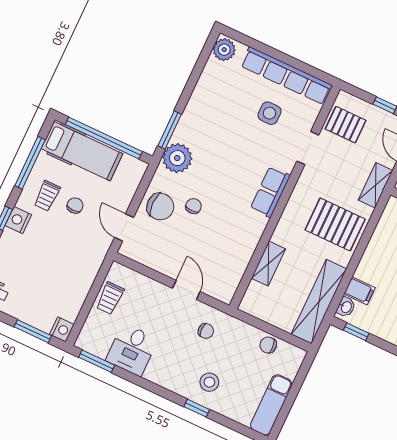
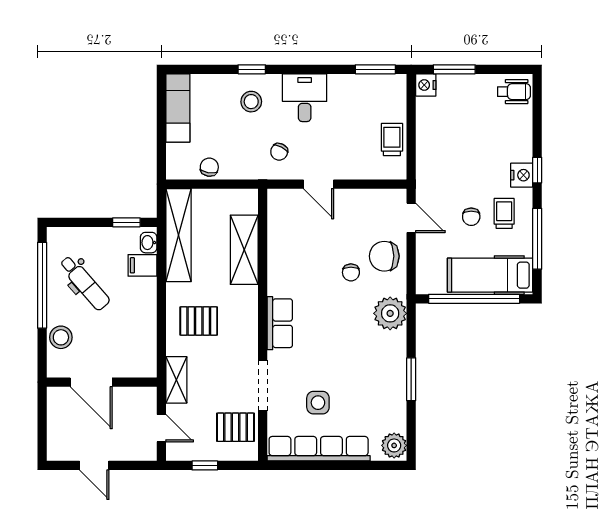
window: (170, 130) -> (411, 379), moved
doorway: (308, 148) -> (263, 385), width x1.38
pallet: (335, 224) -> (199, 321), width x0.67, depth x0.71
shelving: (268, 264) -> (244, 250), width x1.50, depth x1.33
chair: (206, 331) -> (279, 152), turned -63
chair: (268, 345) -> (209, 167), turned -77
desk: (132, 350) -> (305, 98), moved

